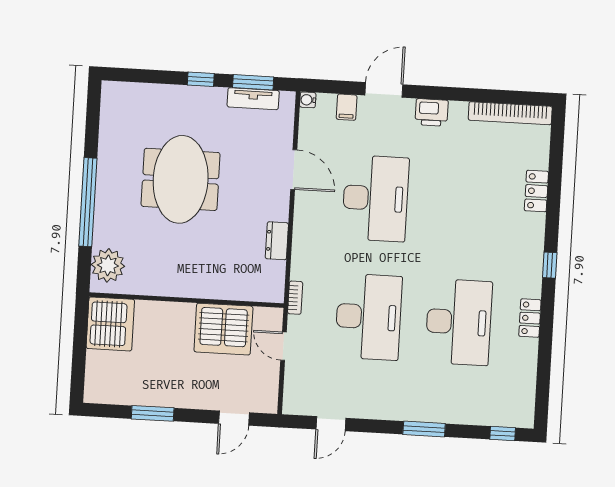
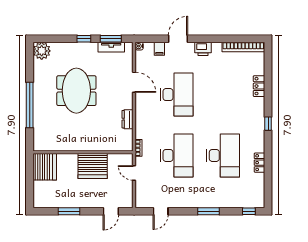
plant: (108, 265) -> (42, 51), moved
locker: (530, 318) -> (259, 163), moved
server rack: (223, 329) -> (93, 166), moved

